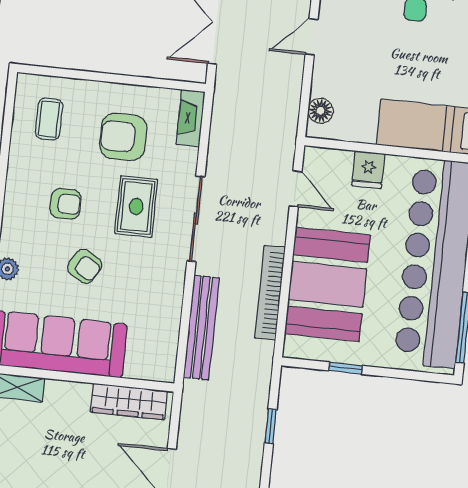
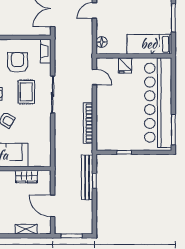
armchair: (123, 137) -> (18, 62), turned 90
booth: (327, 284) -> (113, 117), removed
bench: (201, 328) -> (87, 177), moved
wardrobe: (129, 401) -> (27, 177), width x0.67

